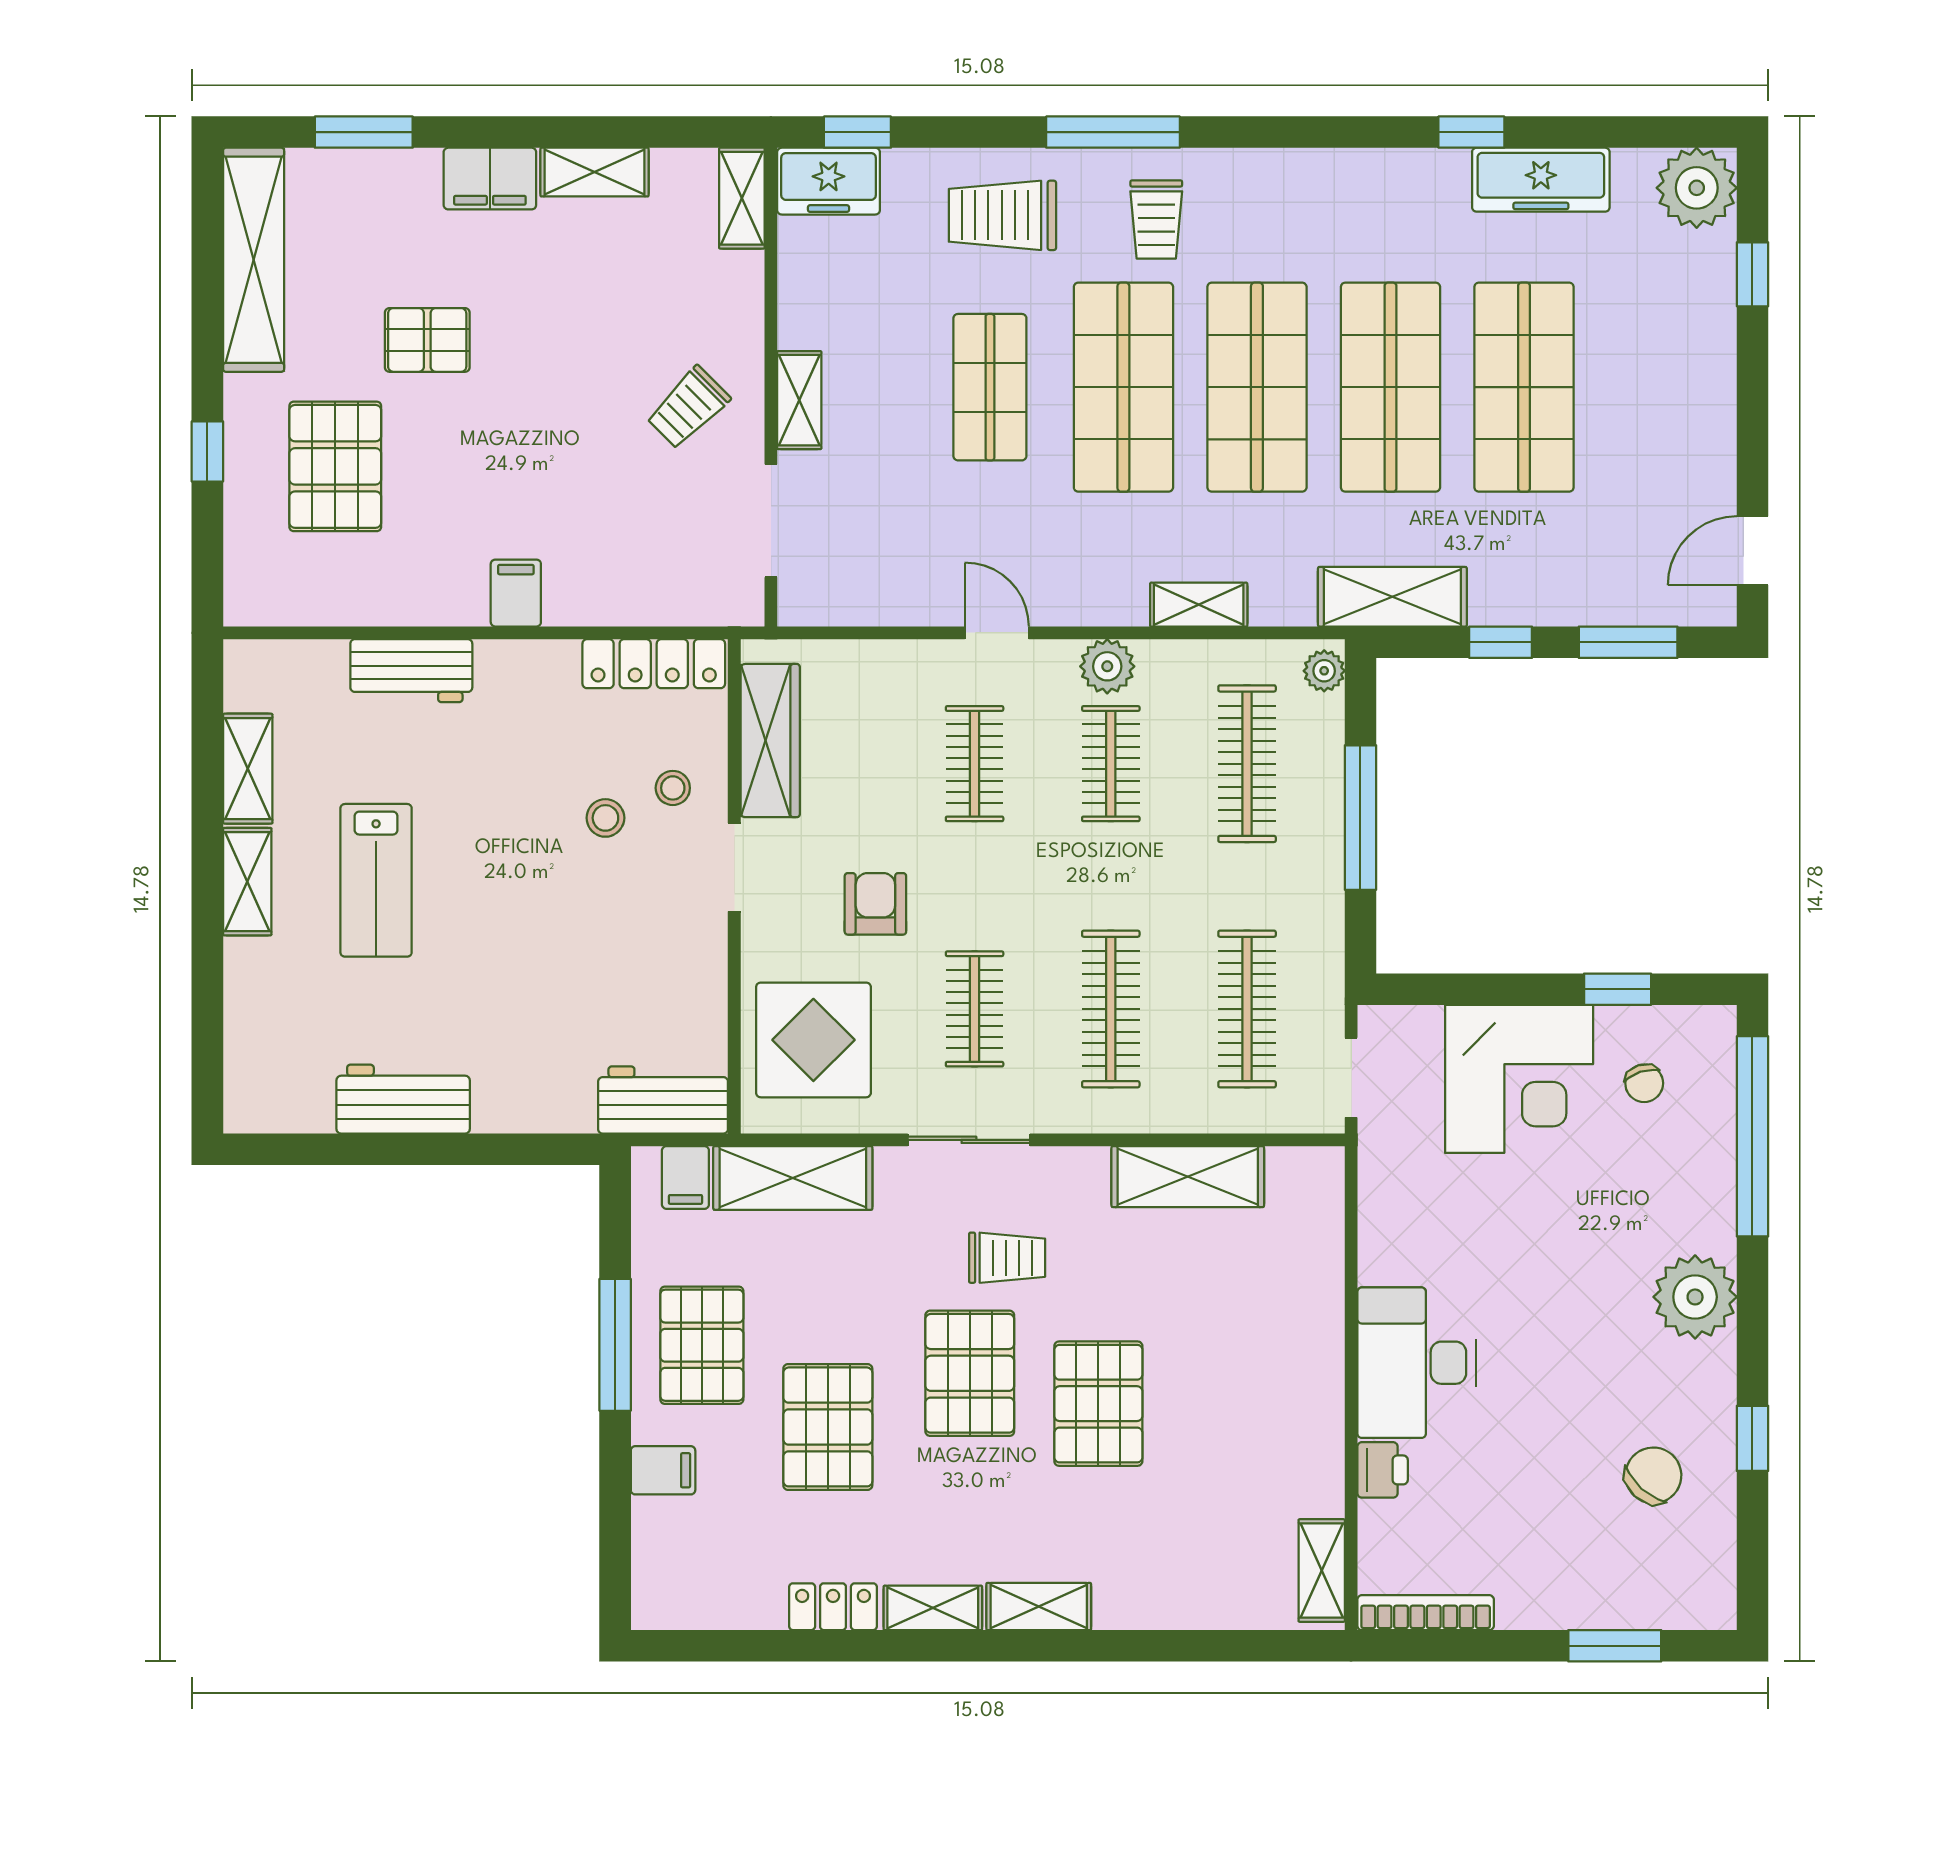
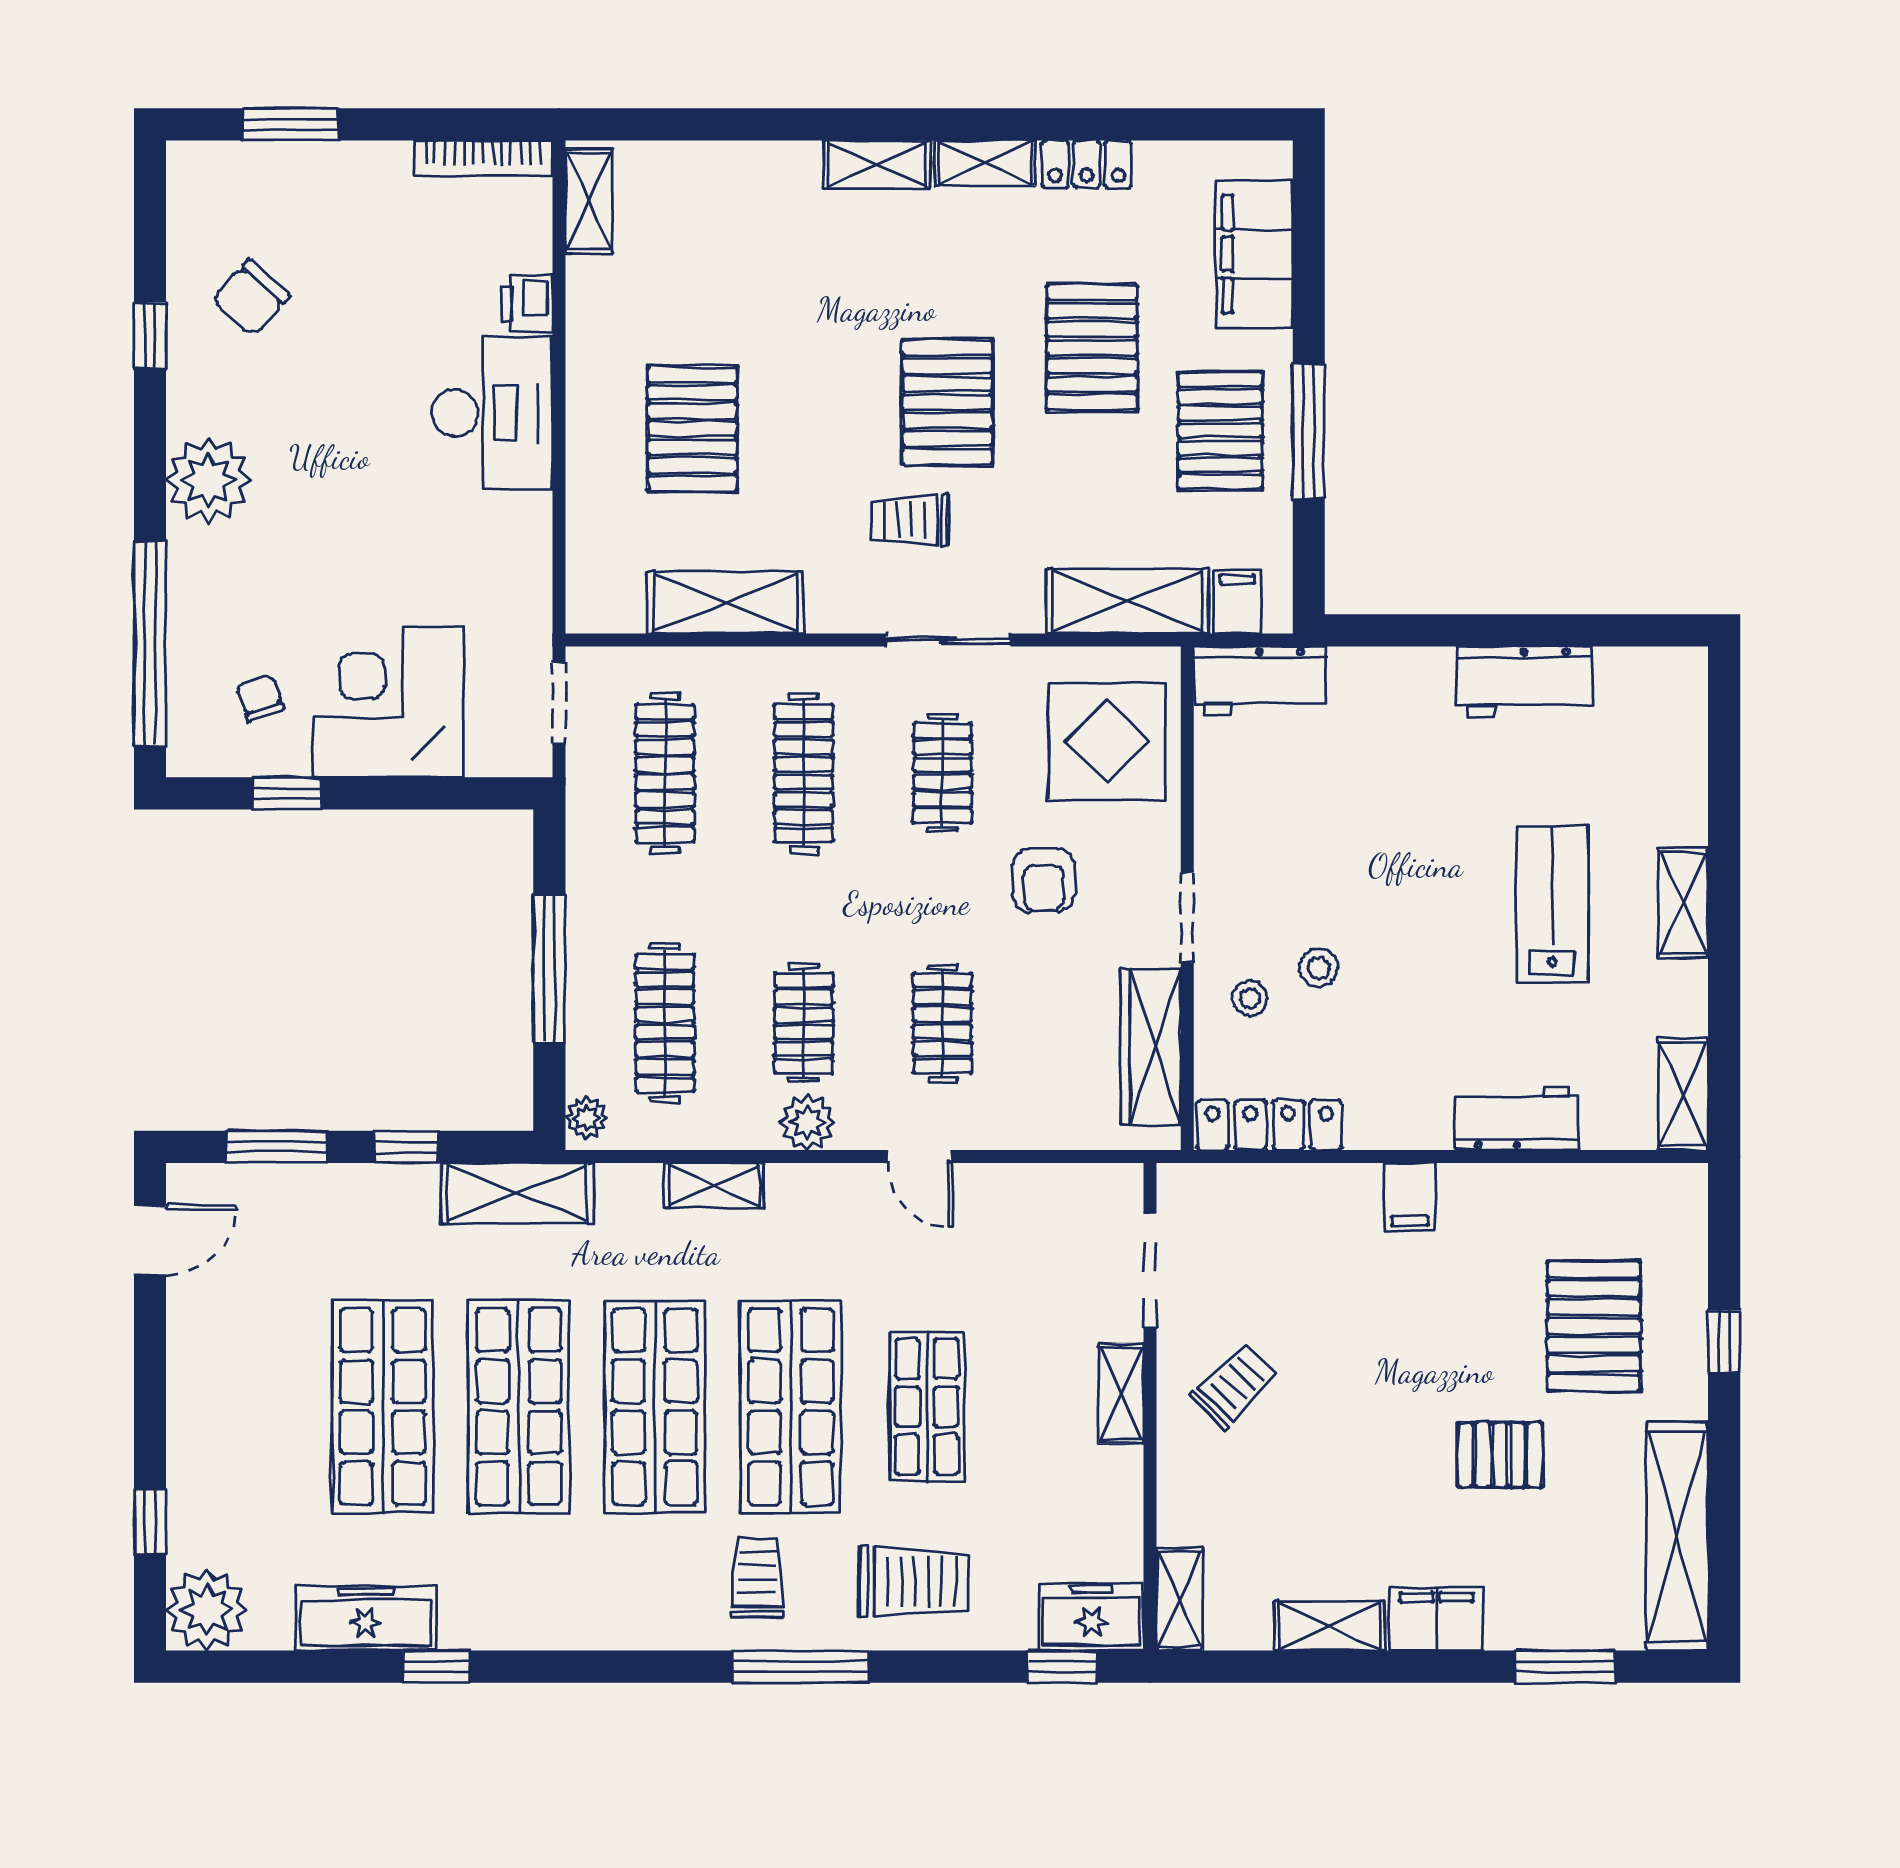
shelving: (248, 769) -> (1683, 1094), moved
pallet: (1098, 1404) -> (692, 429), moved
filing cabinet: (663, 1470) -> (1254, 254), width x3.00, depth x1.17

